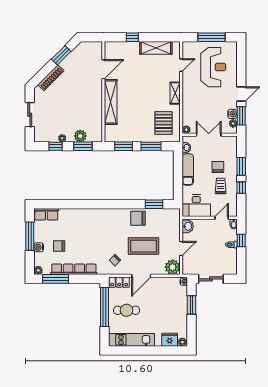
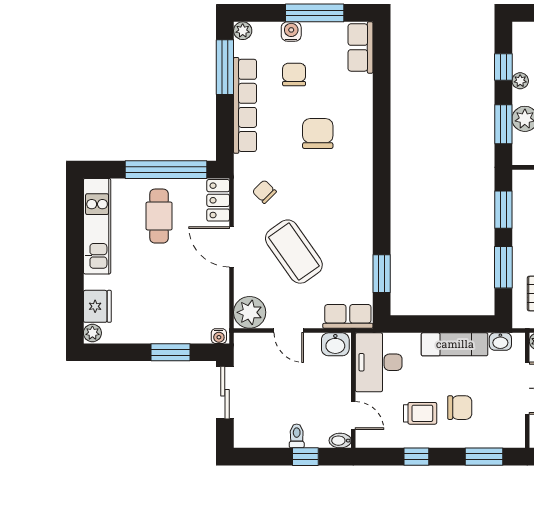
window: (241, 166) -> (484, 457), moved
chair: (138, 218) -> (318, 133), moved
row of seats: (174, 220) -> (348, 316), added
coffee table: (144, 246) -> (294, 252), turned -35

